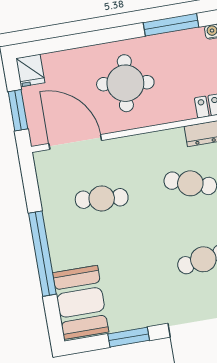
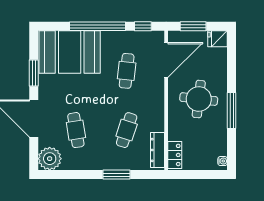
window: (171, 25) -> (232, 111), moved
window: (31, 185) -> (143, 26), added
booth: (81, 302) -> (70, 52), width x1.36, depth x1.42

